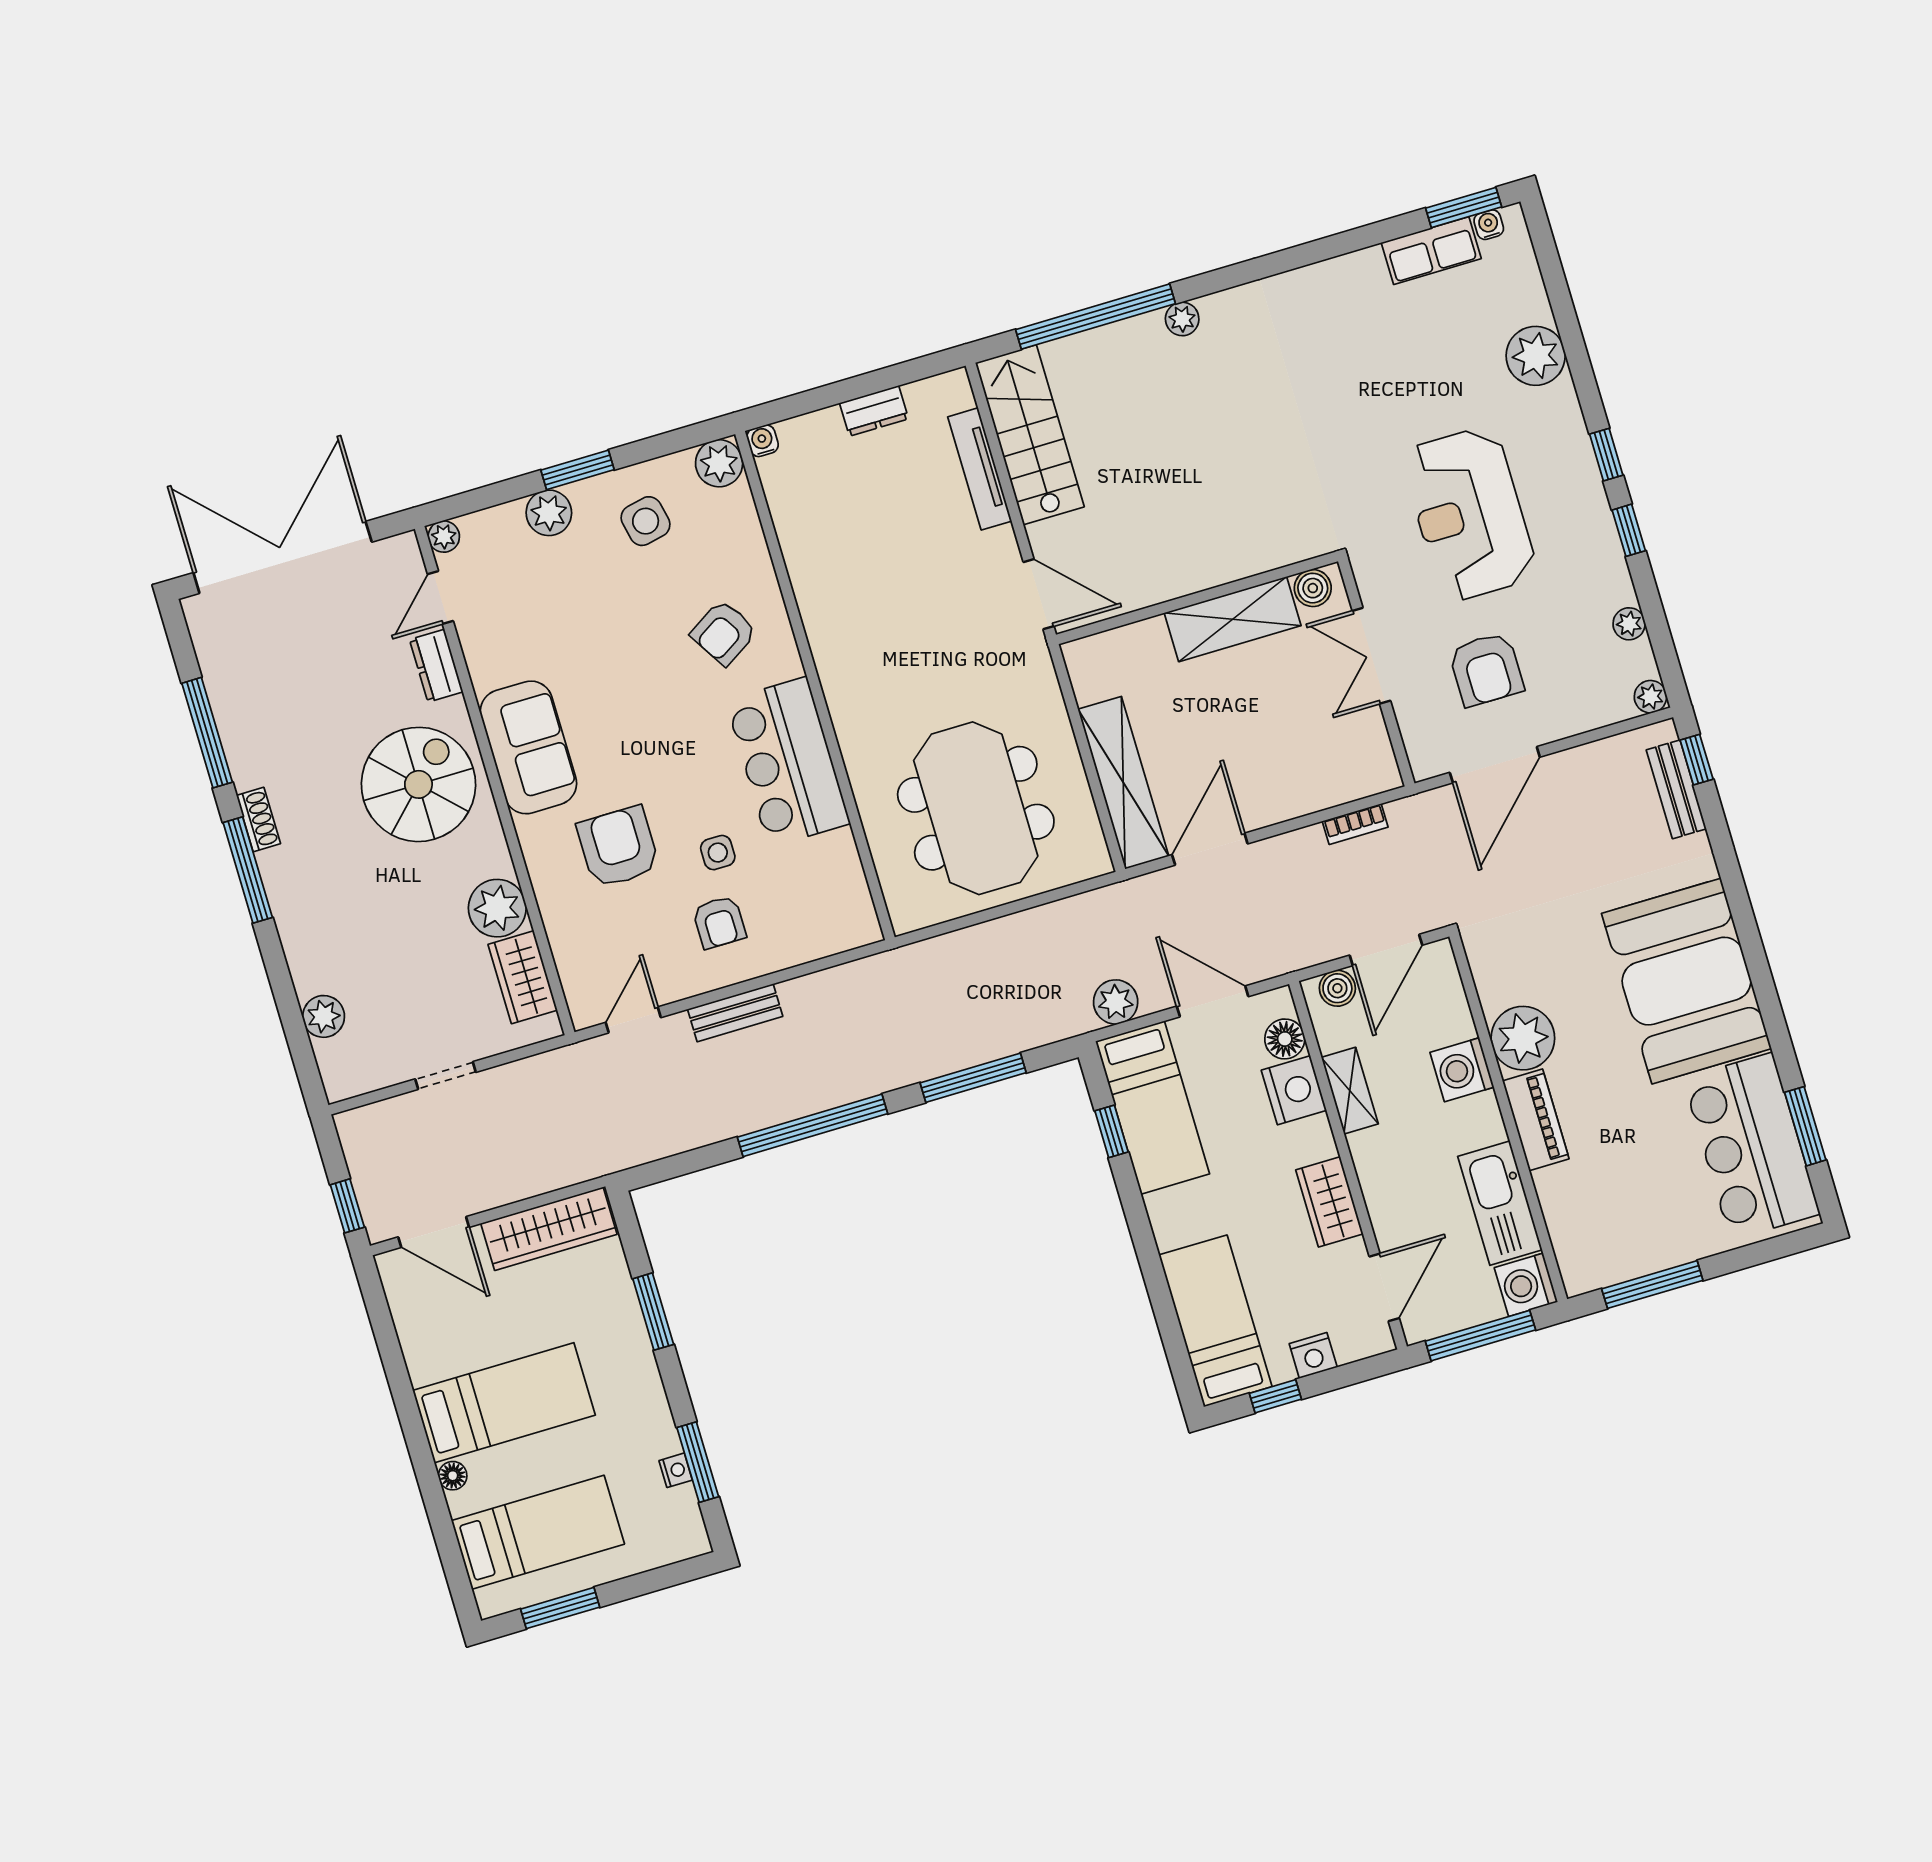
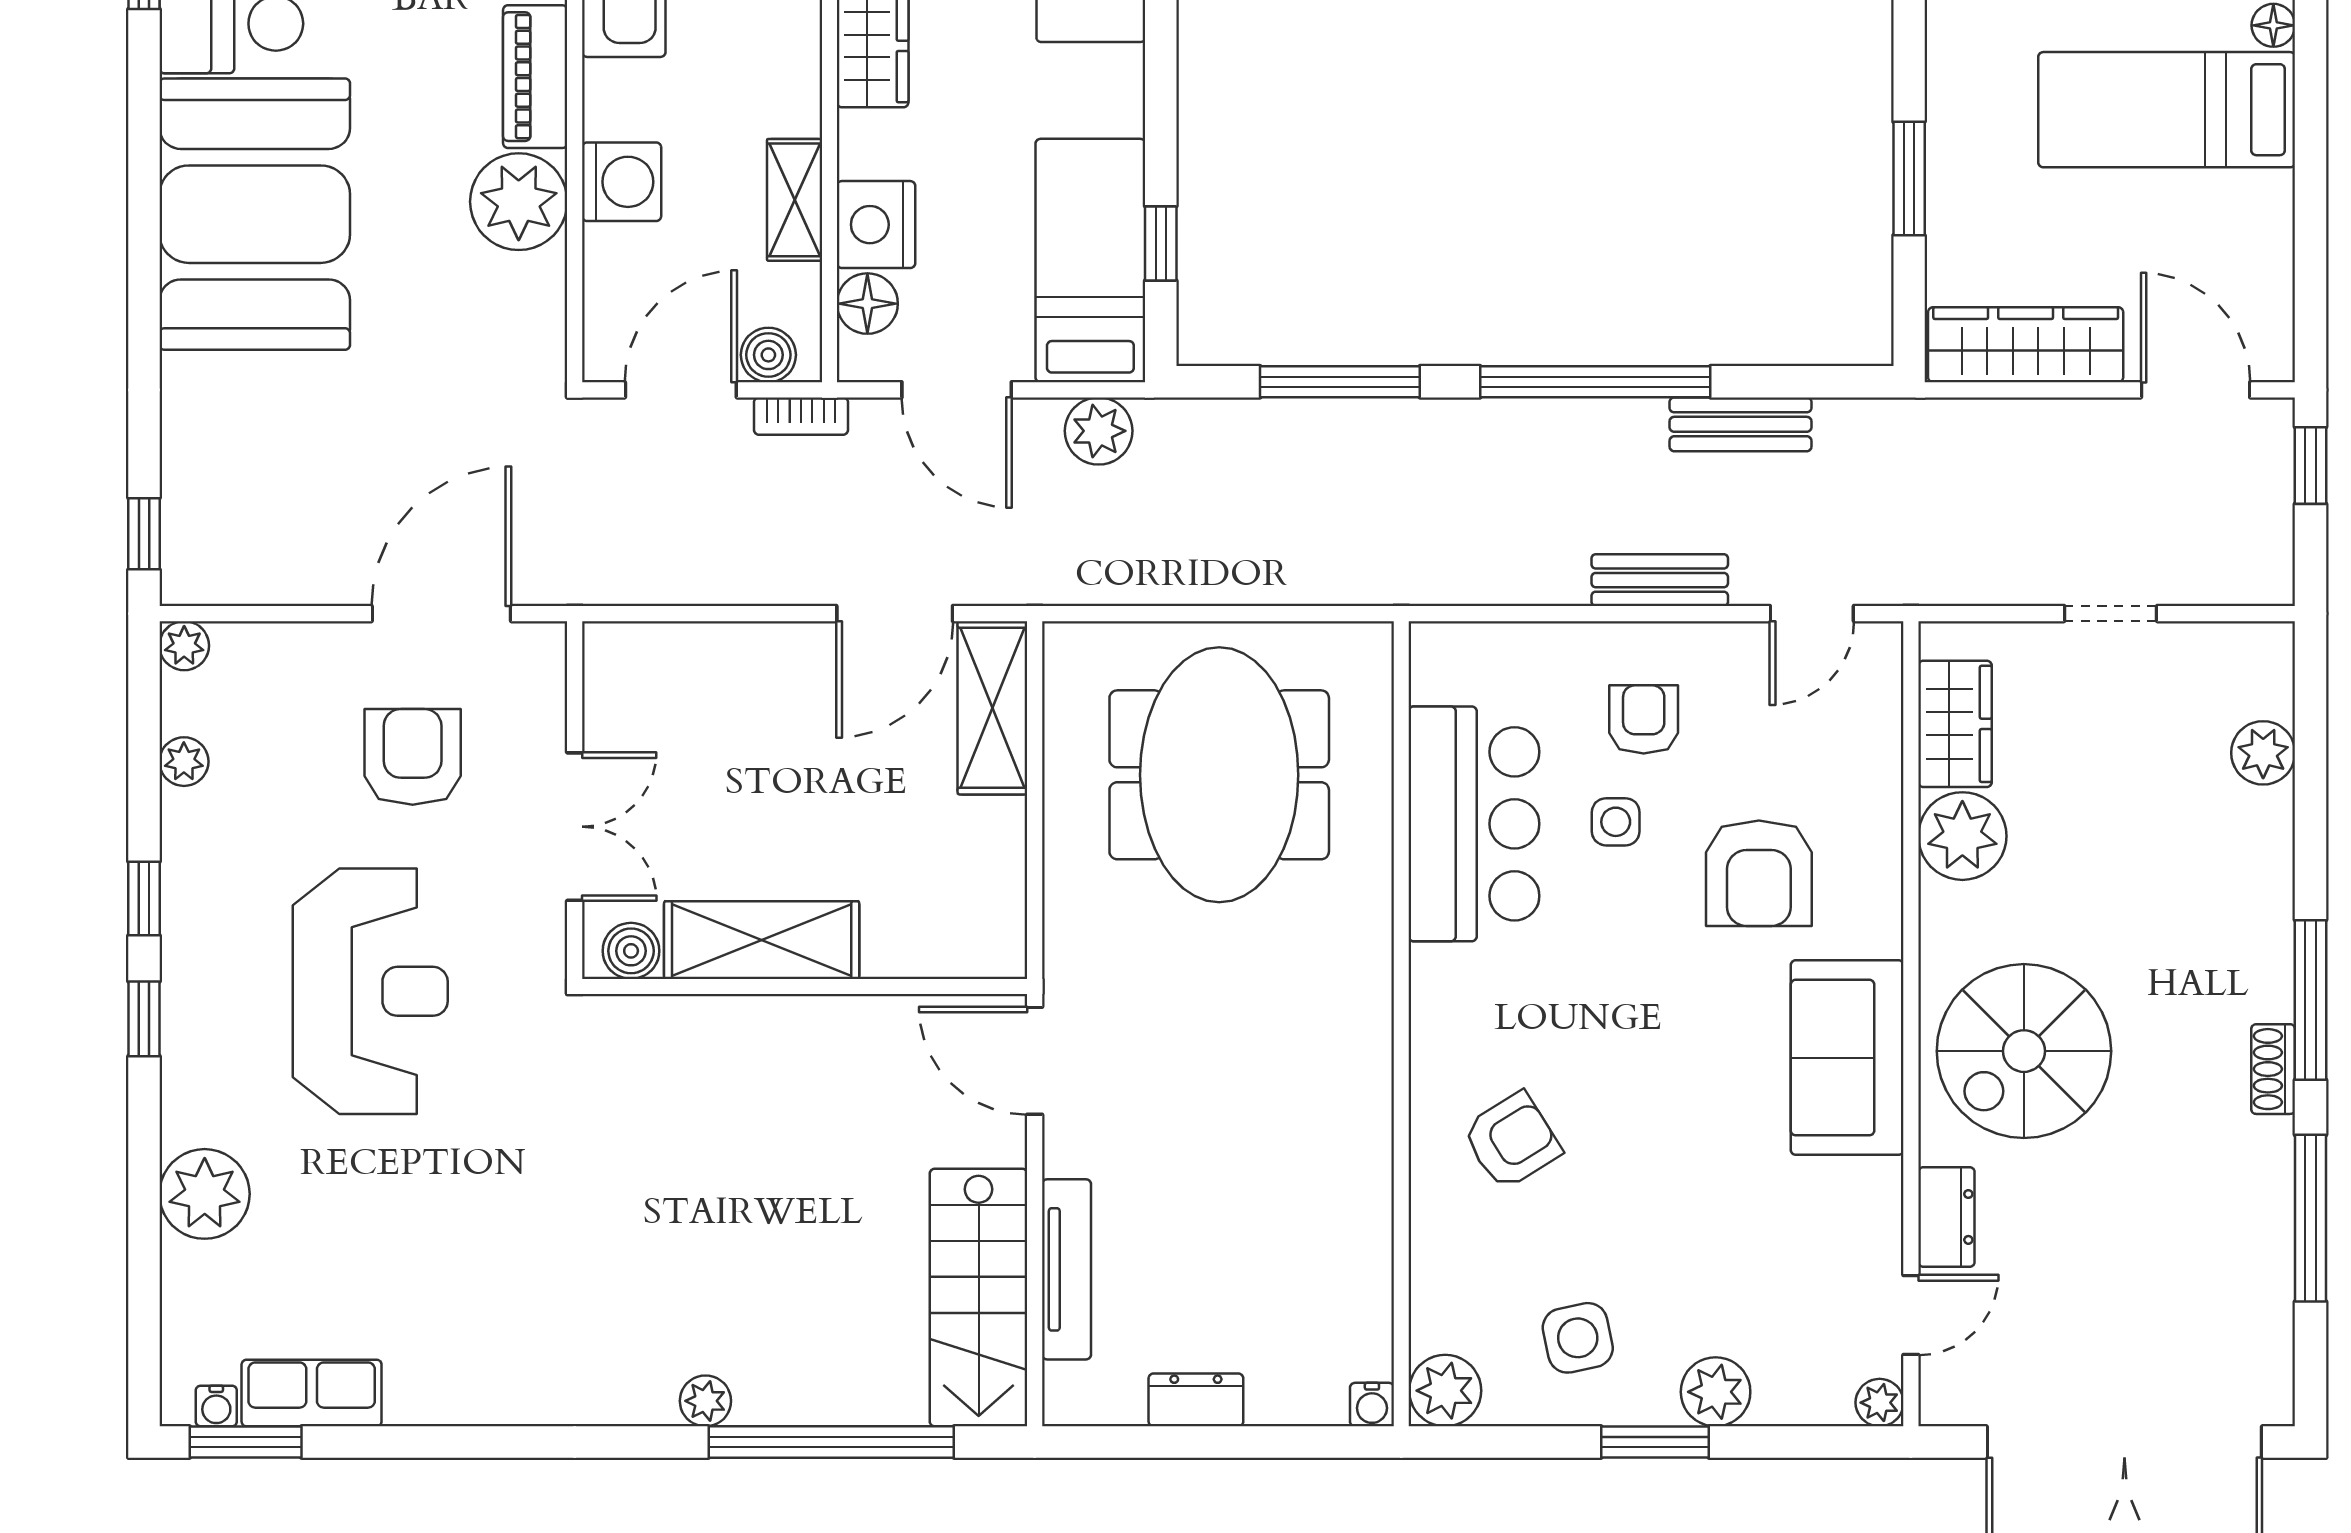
bar counter: (788, 762) -> (1474, 824), moved
shelving: (1123, 783) -> (992, 708), width x0.68
bench: (1676, 789) -> (1740, 424), moved, turned 90
bookcase: (1355, 824) -> (801, 416), moved, turned 180

